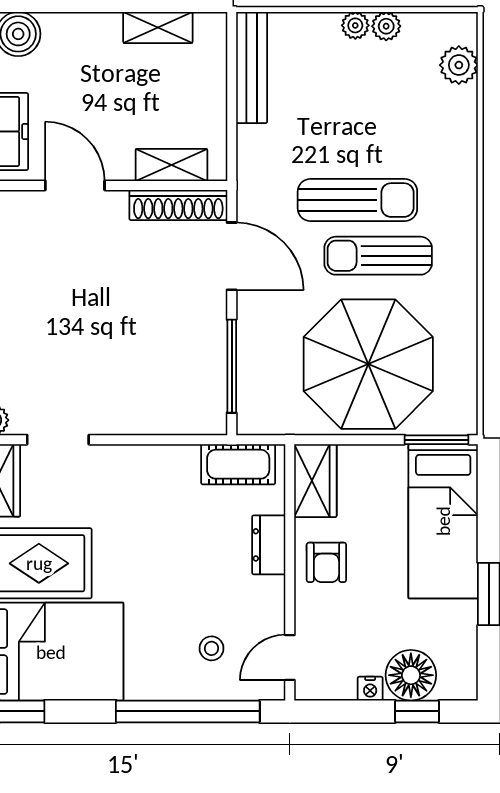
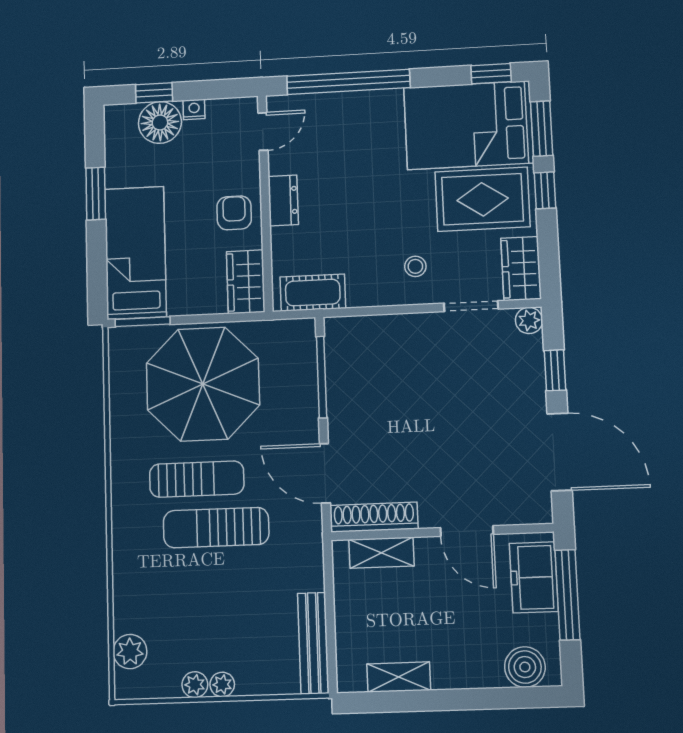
dresser: (269, 545) -> (283, 200), moved
stool: (211, 648) -> (415, 266), moved

